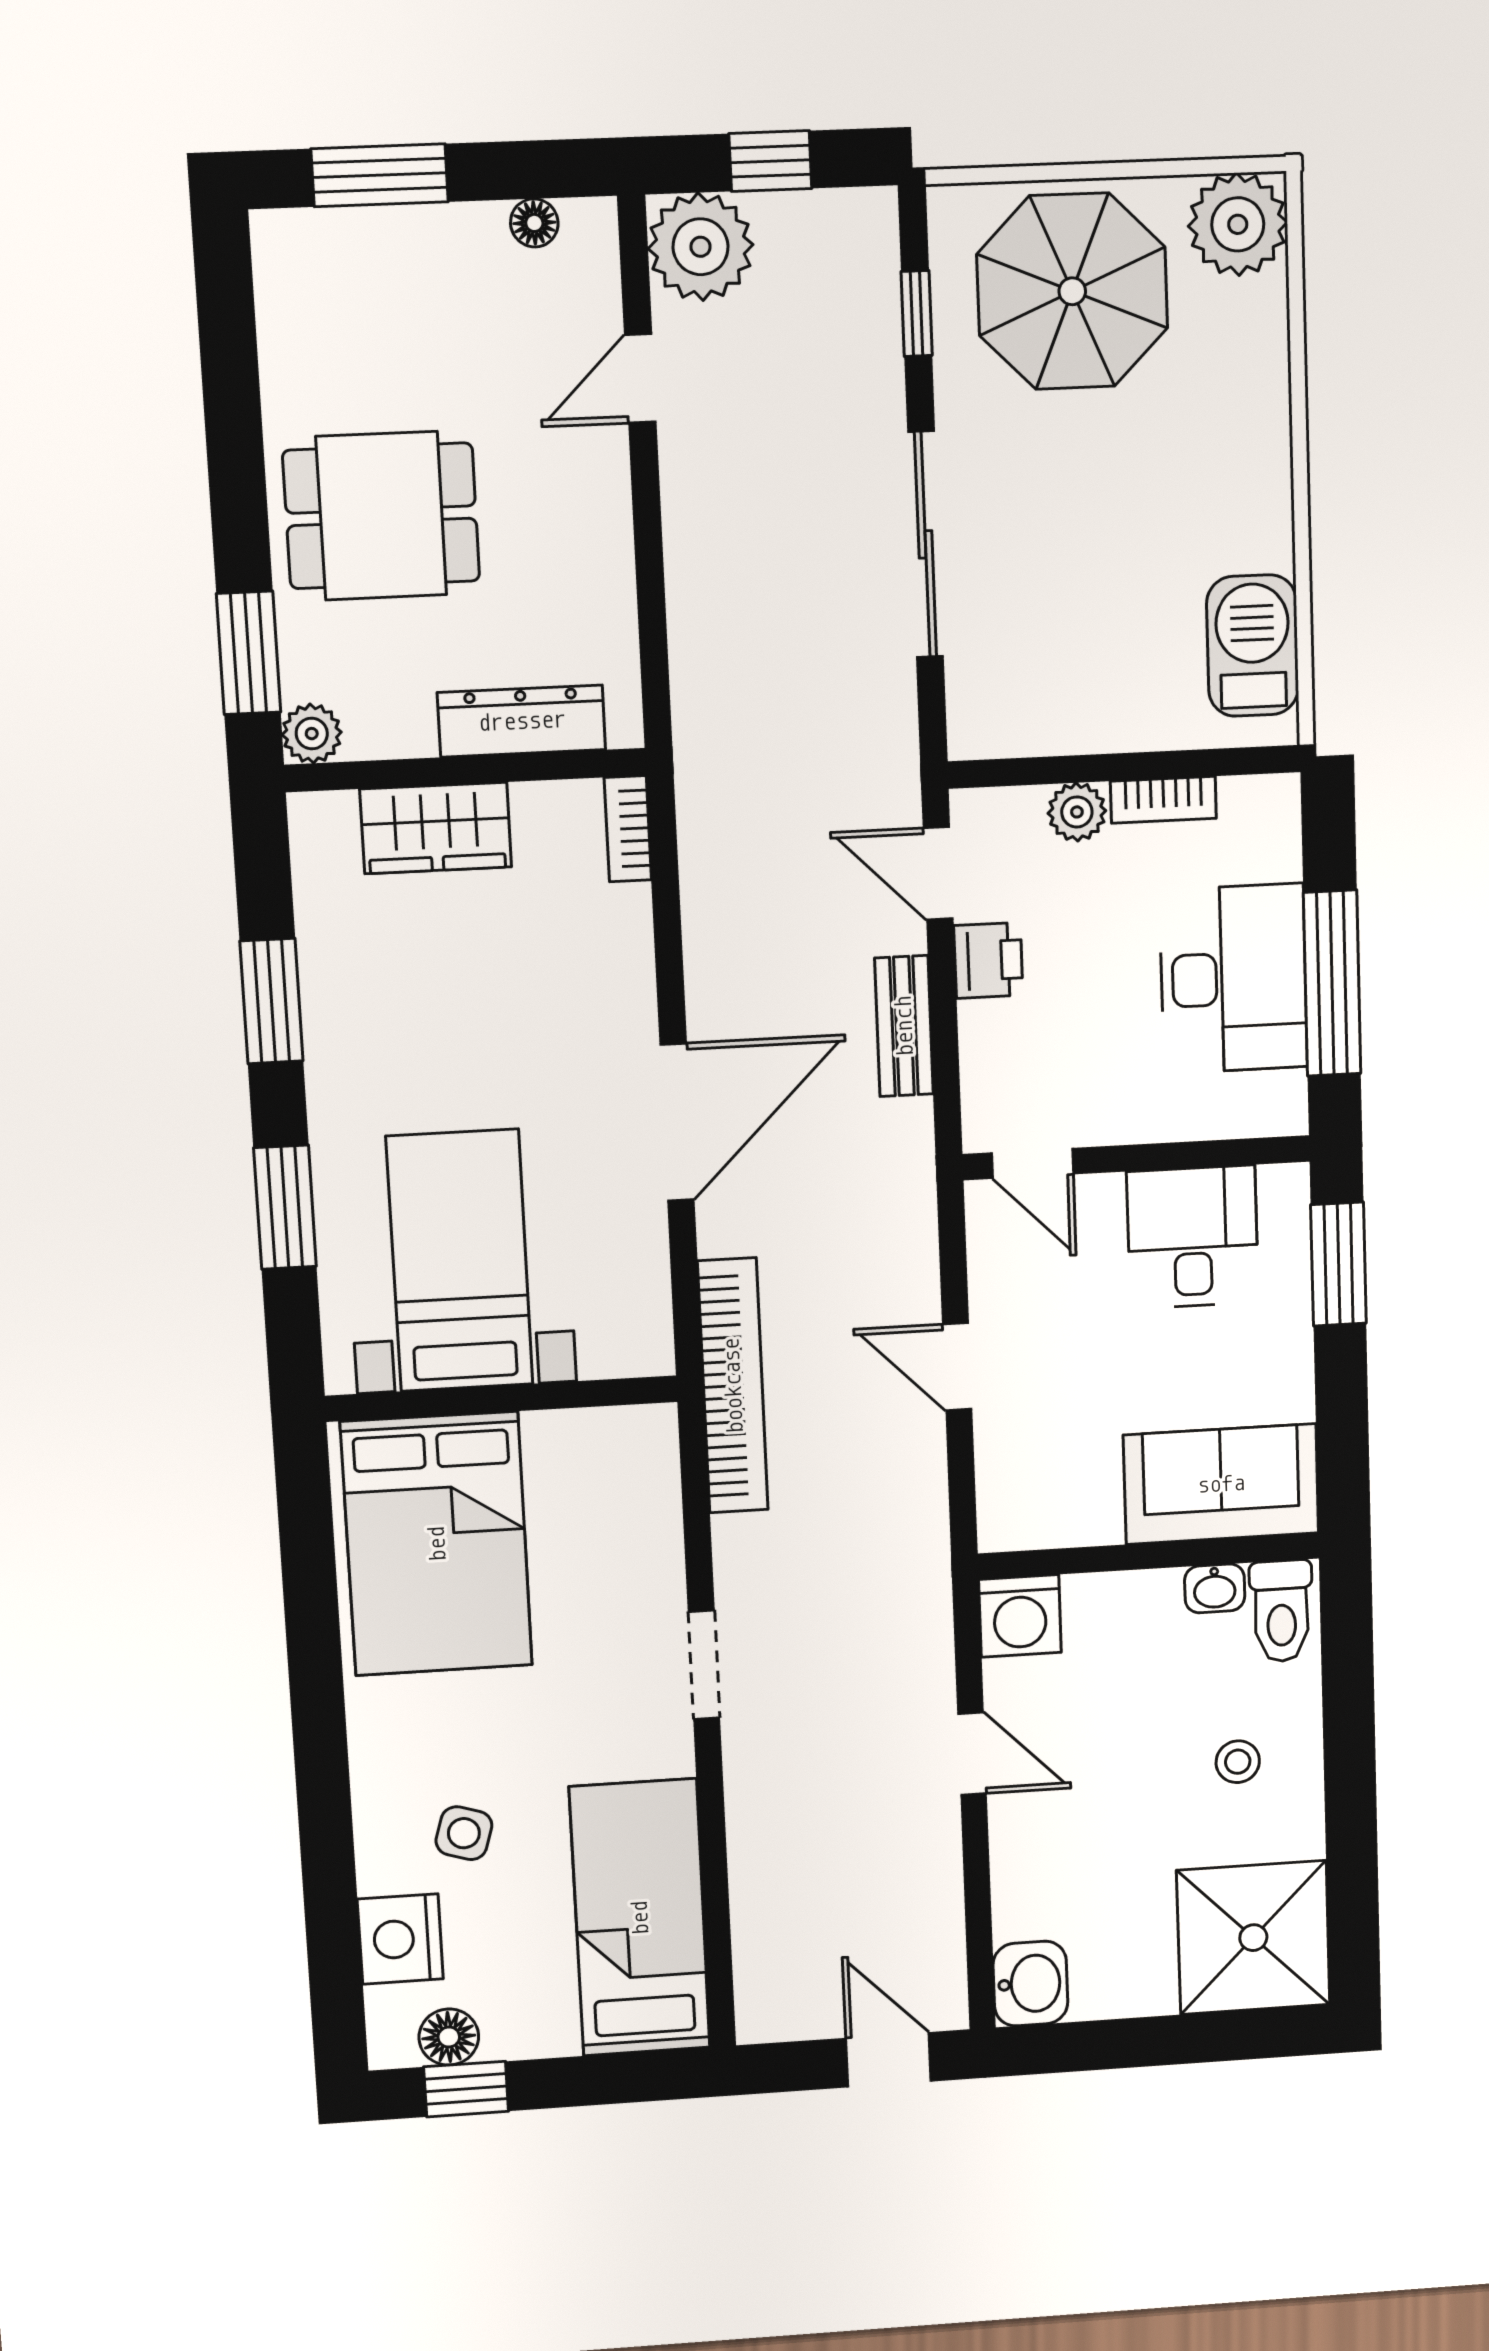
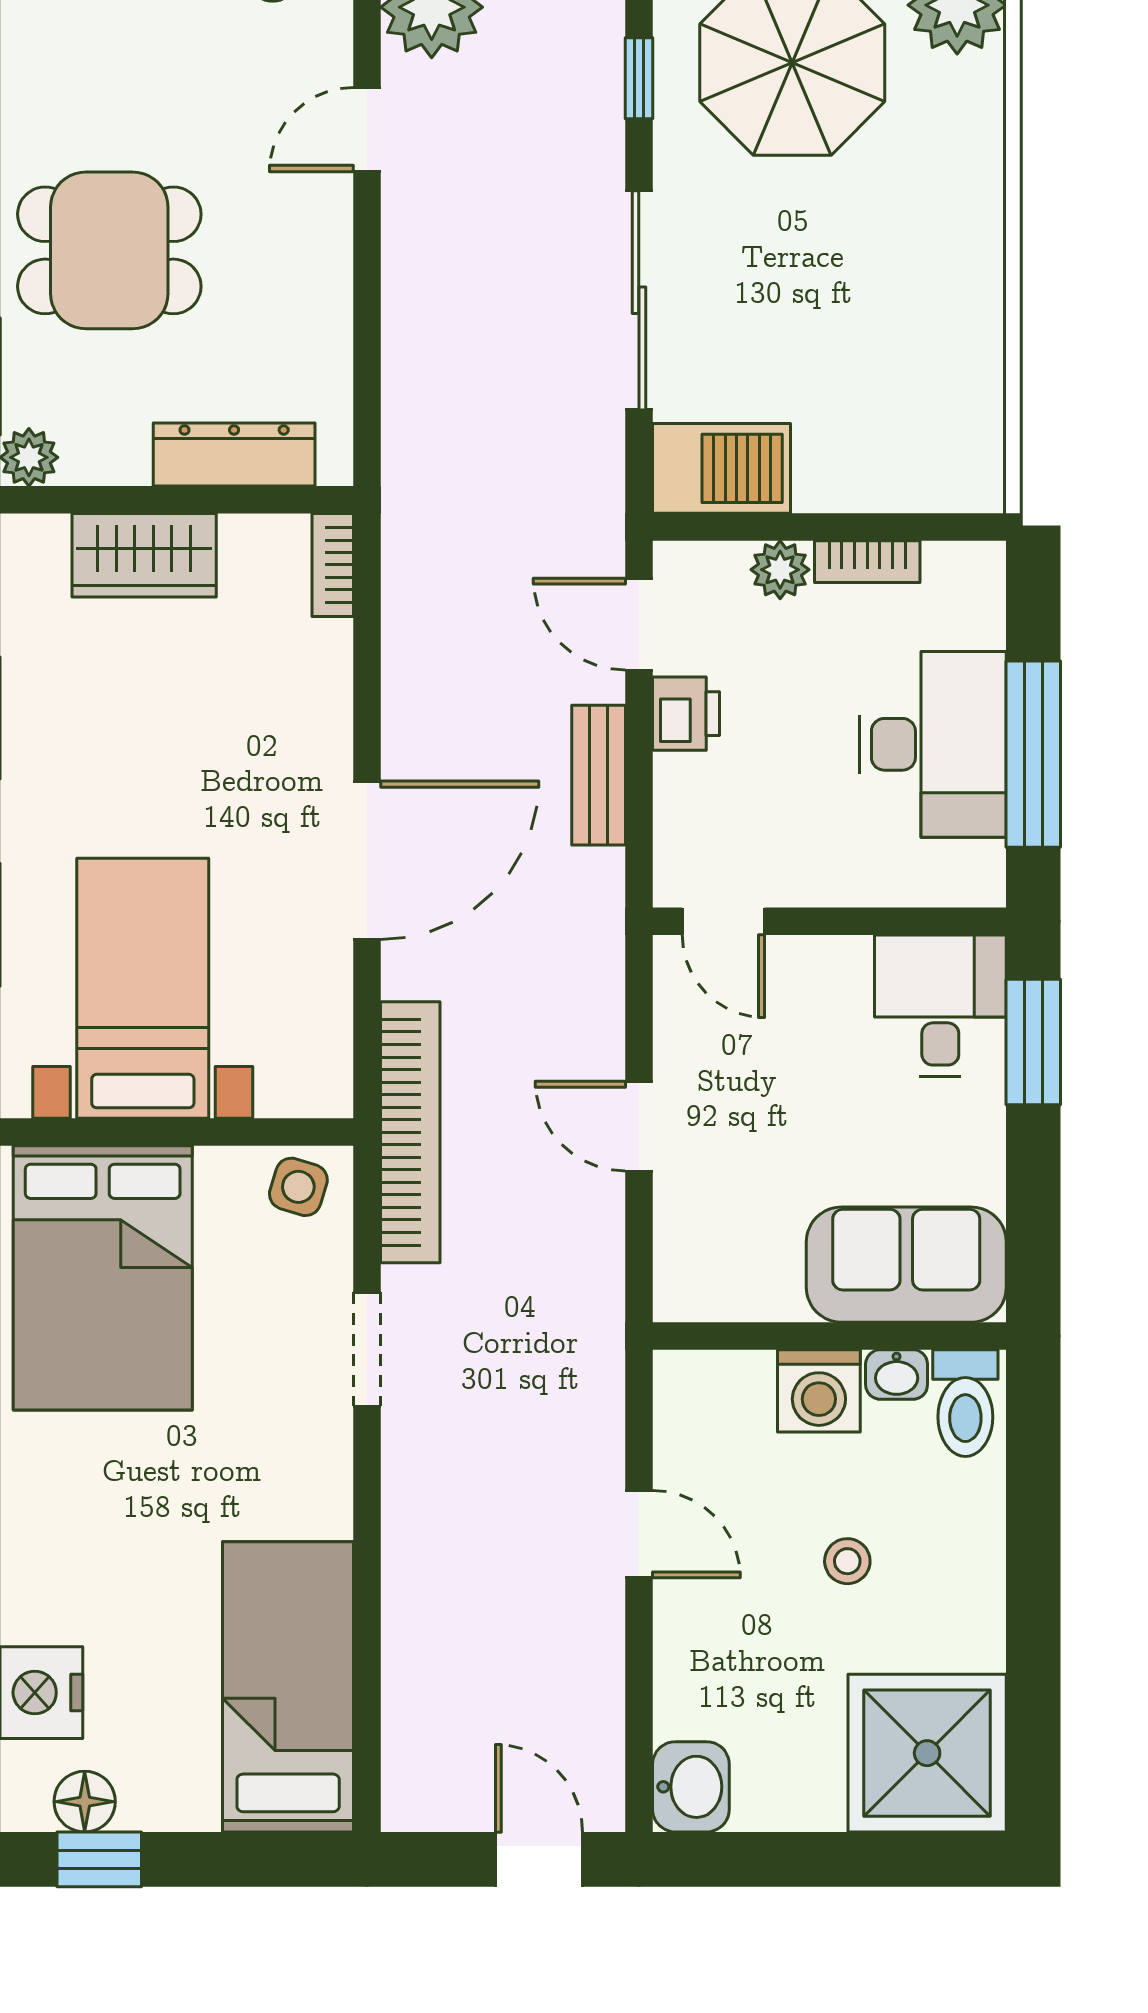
barbecue: (1253, 646) -> (722, 468), moved, turned 90
desk: (1193, 1237) -> (940, 1006), moved
washing machine: (1020, 1616) -> (819, 1391), moved
doorway: (704, 1665) -> (367, 1349), moved
stool: (1238, 1762) -> (847, 1561), moved
side table: (464, 1833) -> (298, 1187), moved

